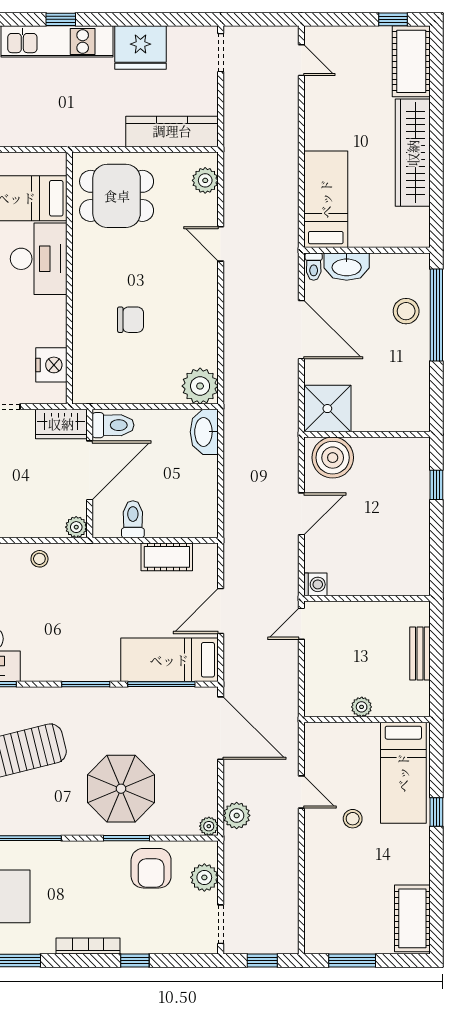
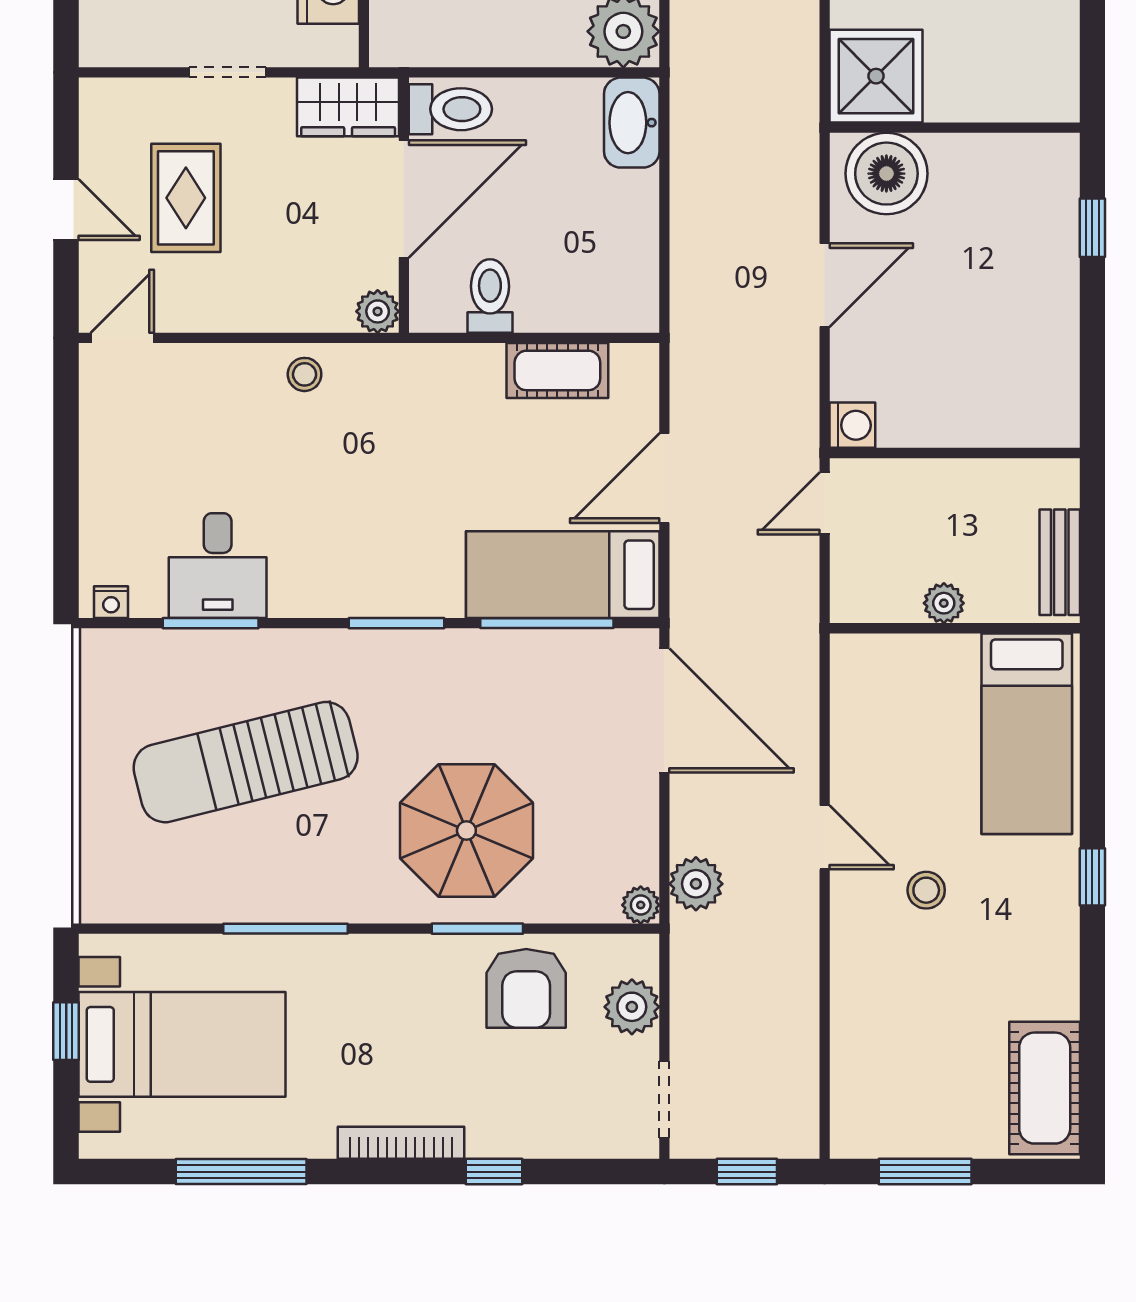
plant: (362, 707) -> (944, 603), moved
wall: (367, 720) -> (955, 628), moved
bed: (403, 773) -> (1027, 734), moved

